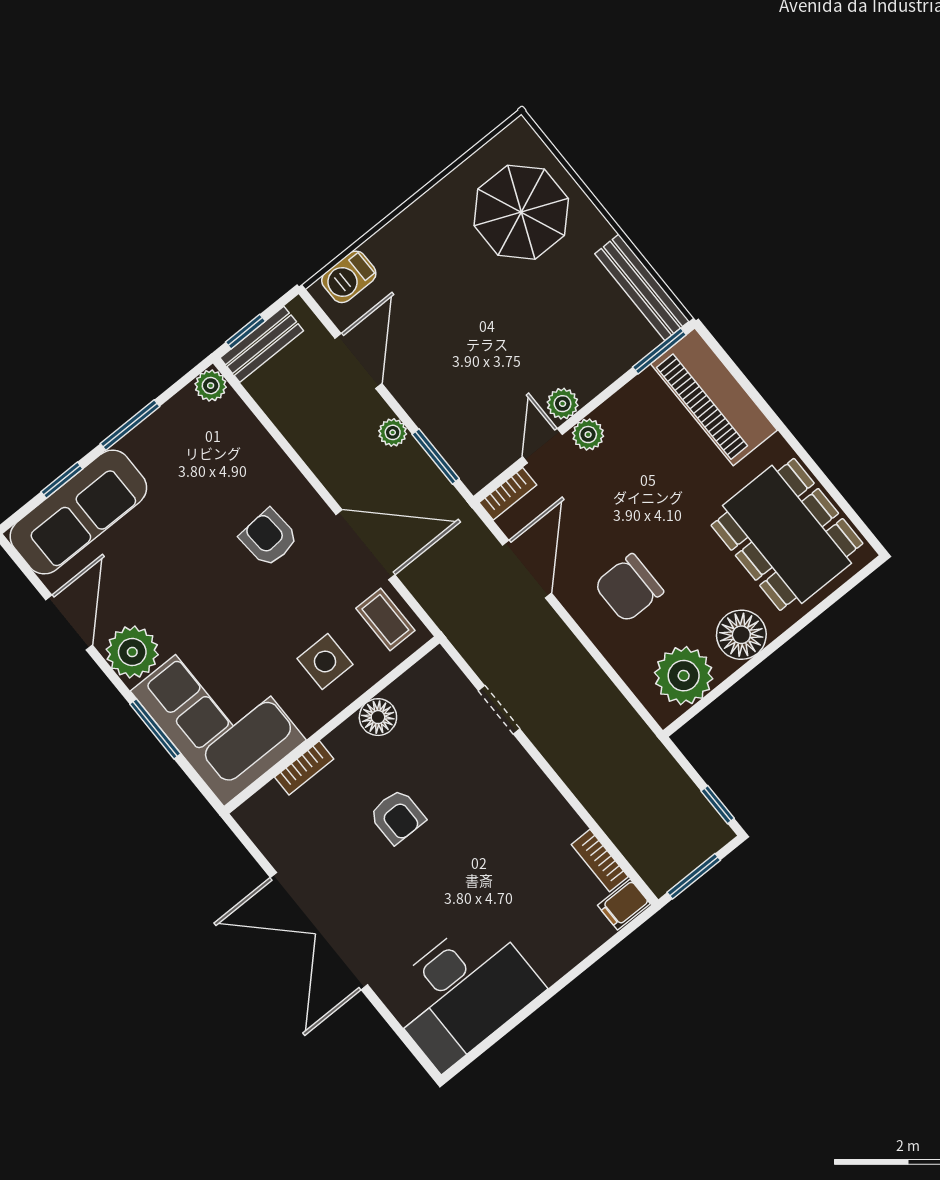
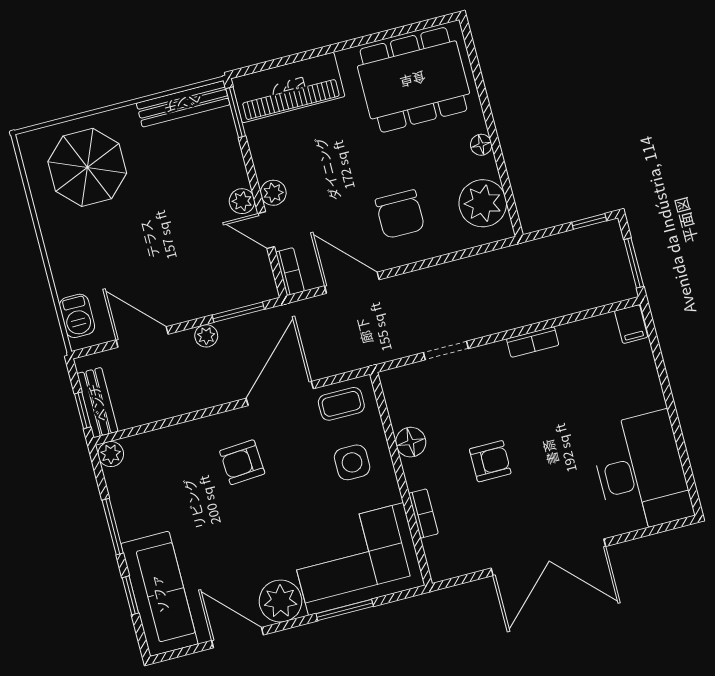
floor lamp: (741, 635) -> (481, 145), width x0.53, depth x0.53
bookcase: (600, 861) -> (533, 342), moved

